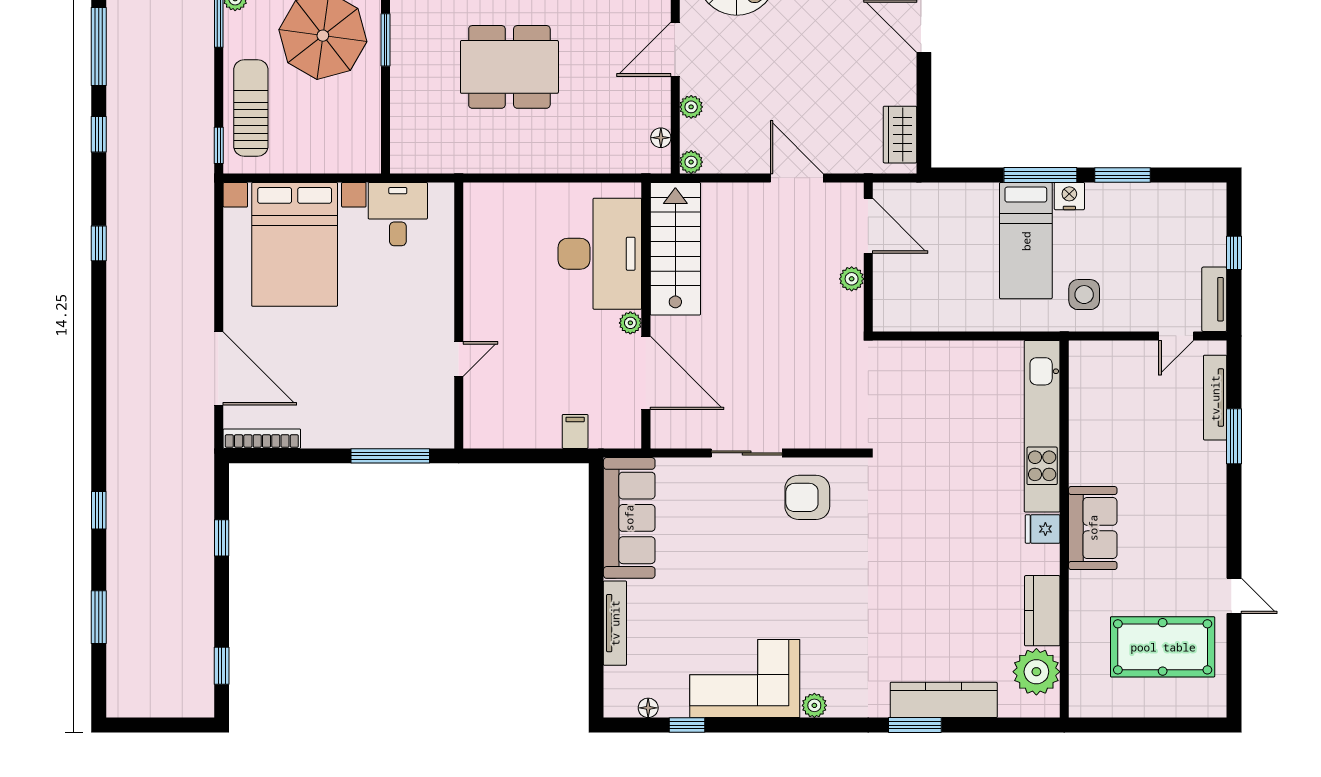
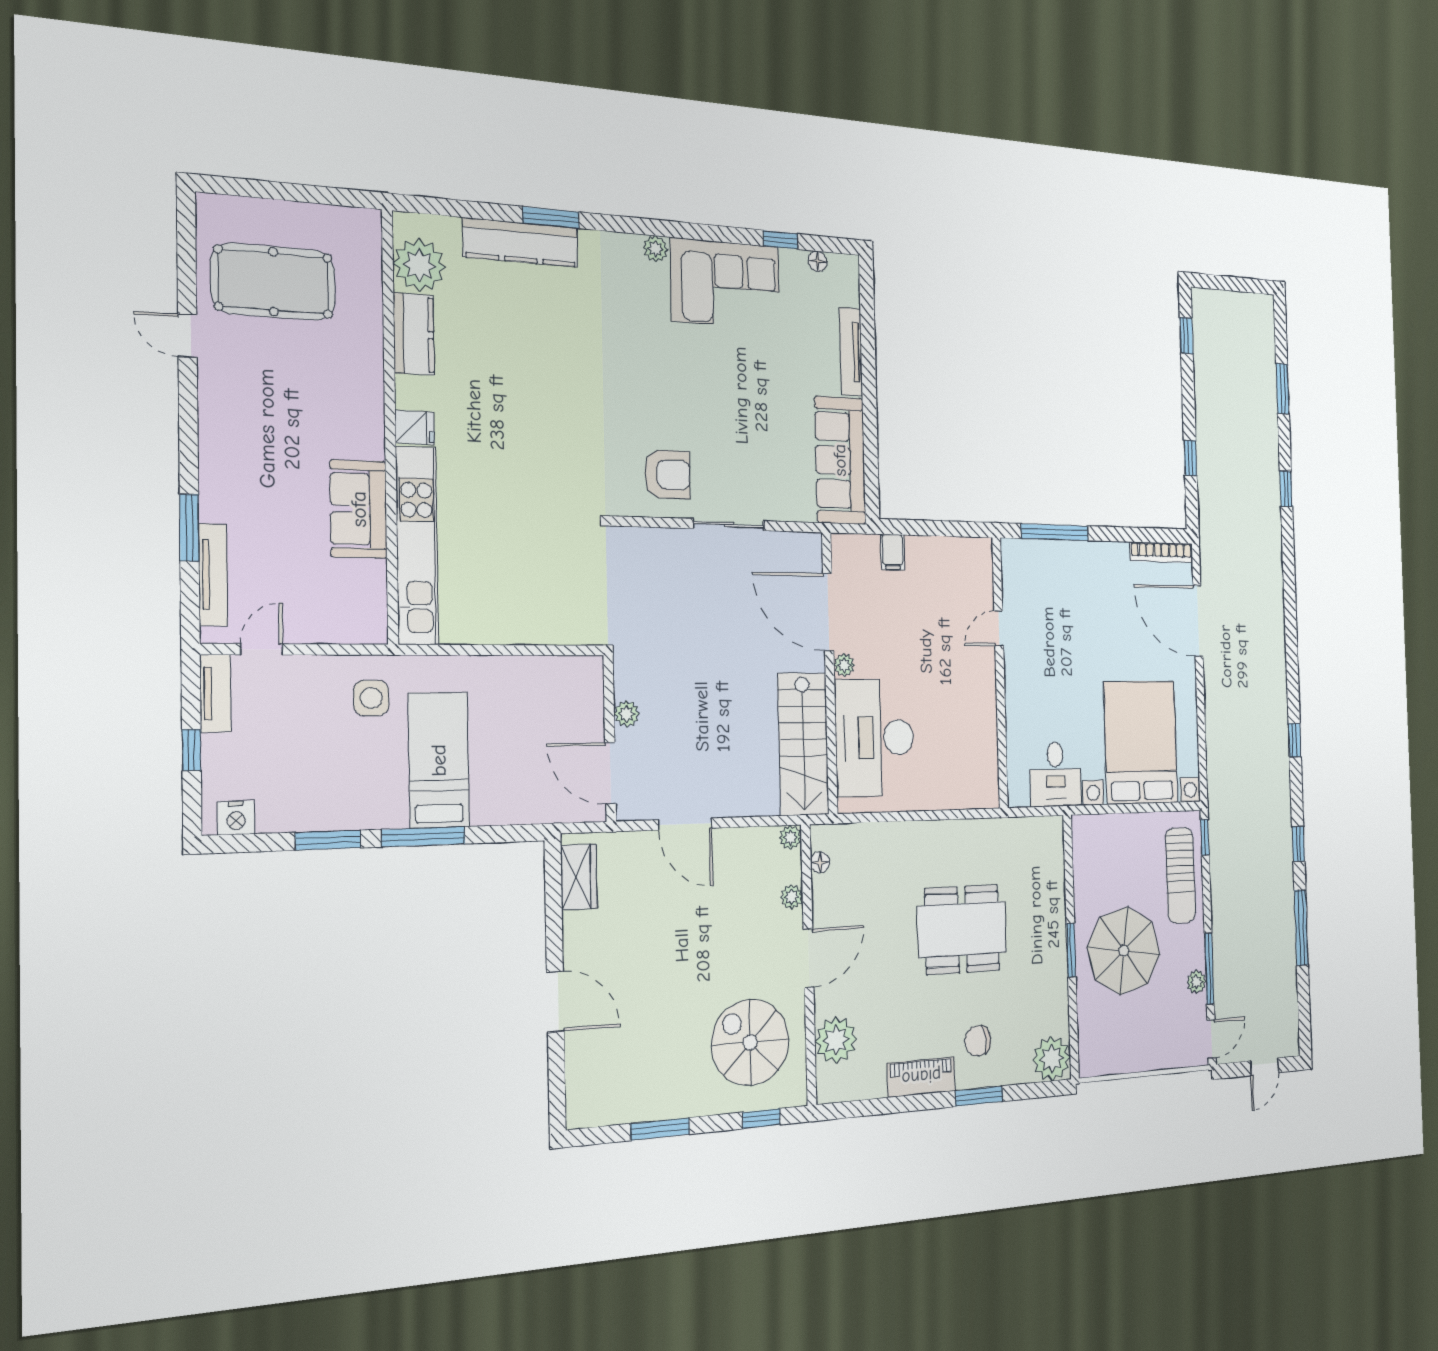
nightstand: (1069, 196) -> (236, 818), moved
sofa: (1093, 528) -> (359, 509), moved

